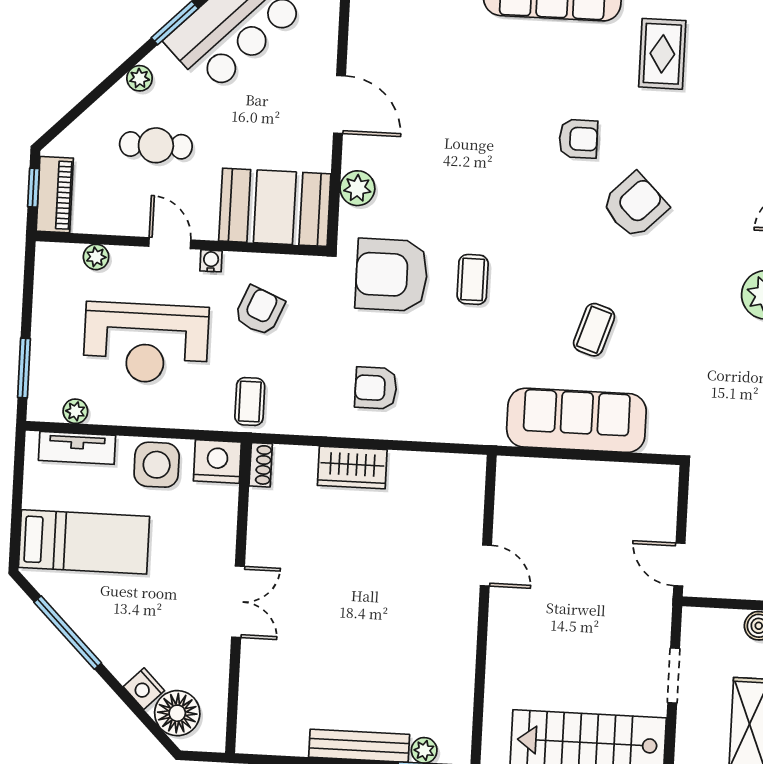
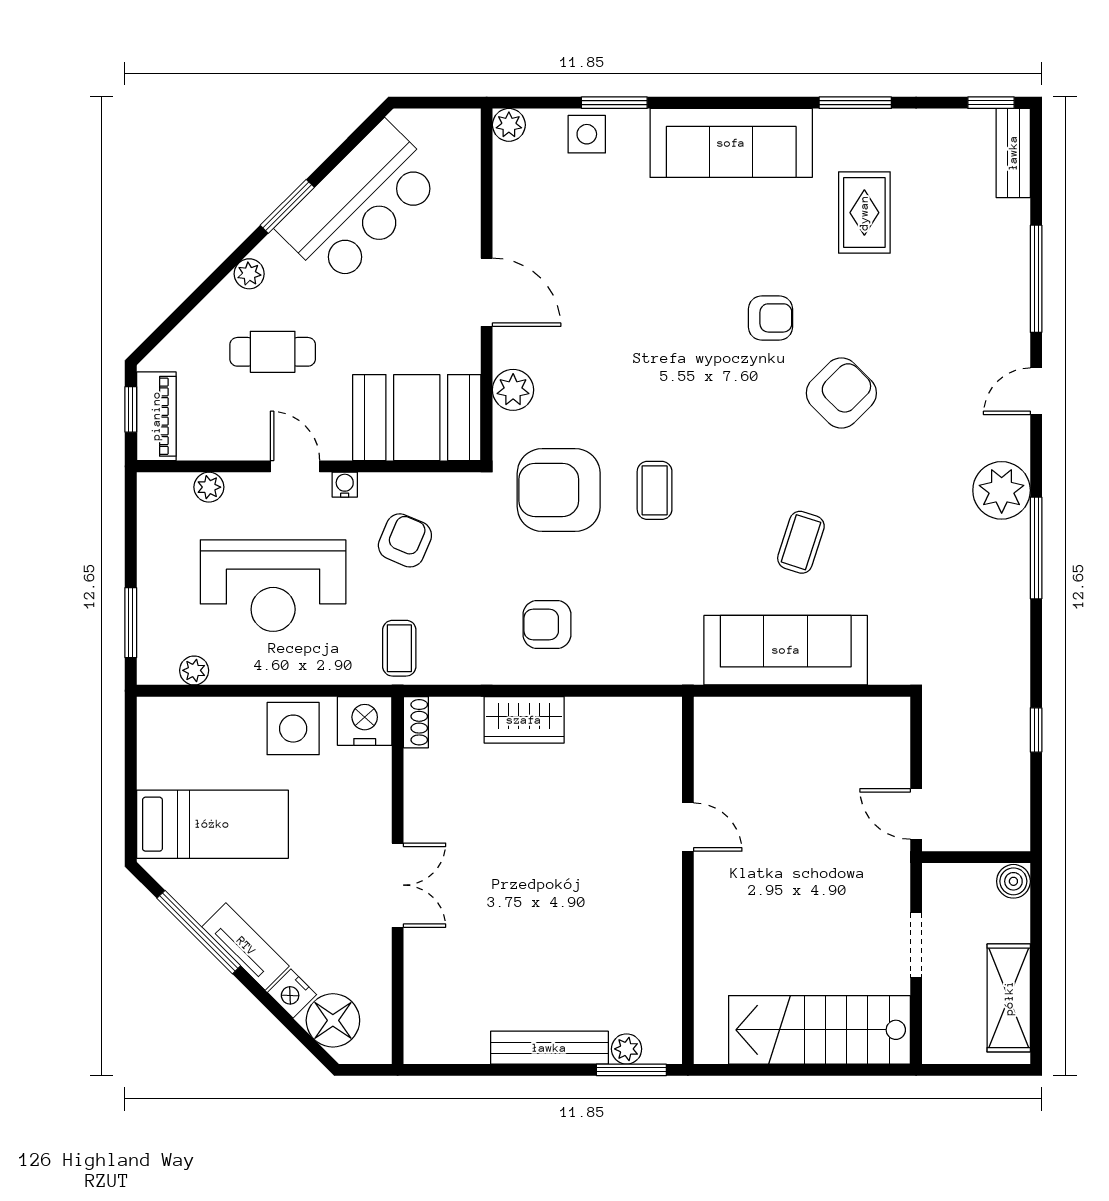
tv unit: (77, 448) -> (246, 946), moved, turned -135

